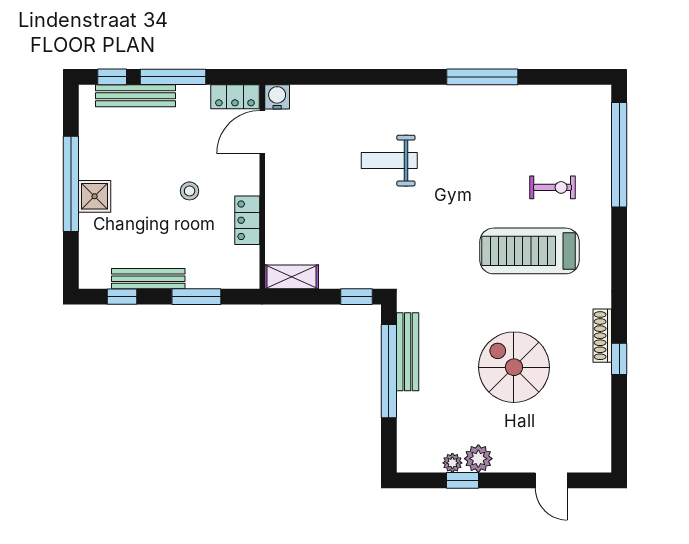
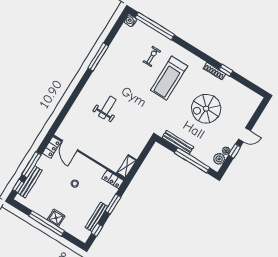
water cooler: (277, 97) -> (130, 21), moved
weight bench: (389, 161) -> (107, 108), turned 180
locker: (247, 220) -> (113, 179), moved
window: (356, 297) -> (148, 148), removed
window: (389, 371) -> (192, 160), moved
plant: (478, 459) -> (219, 159), moved
door: (551, 480) -> (244, 135), moved

